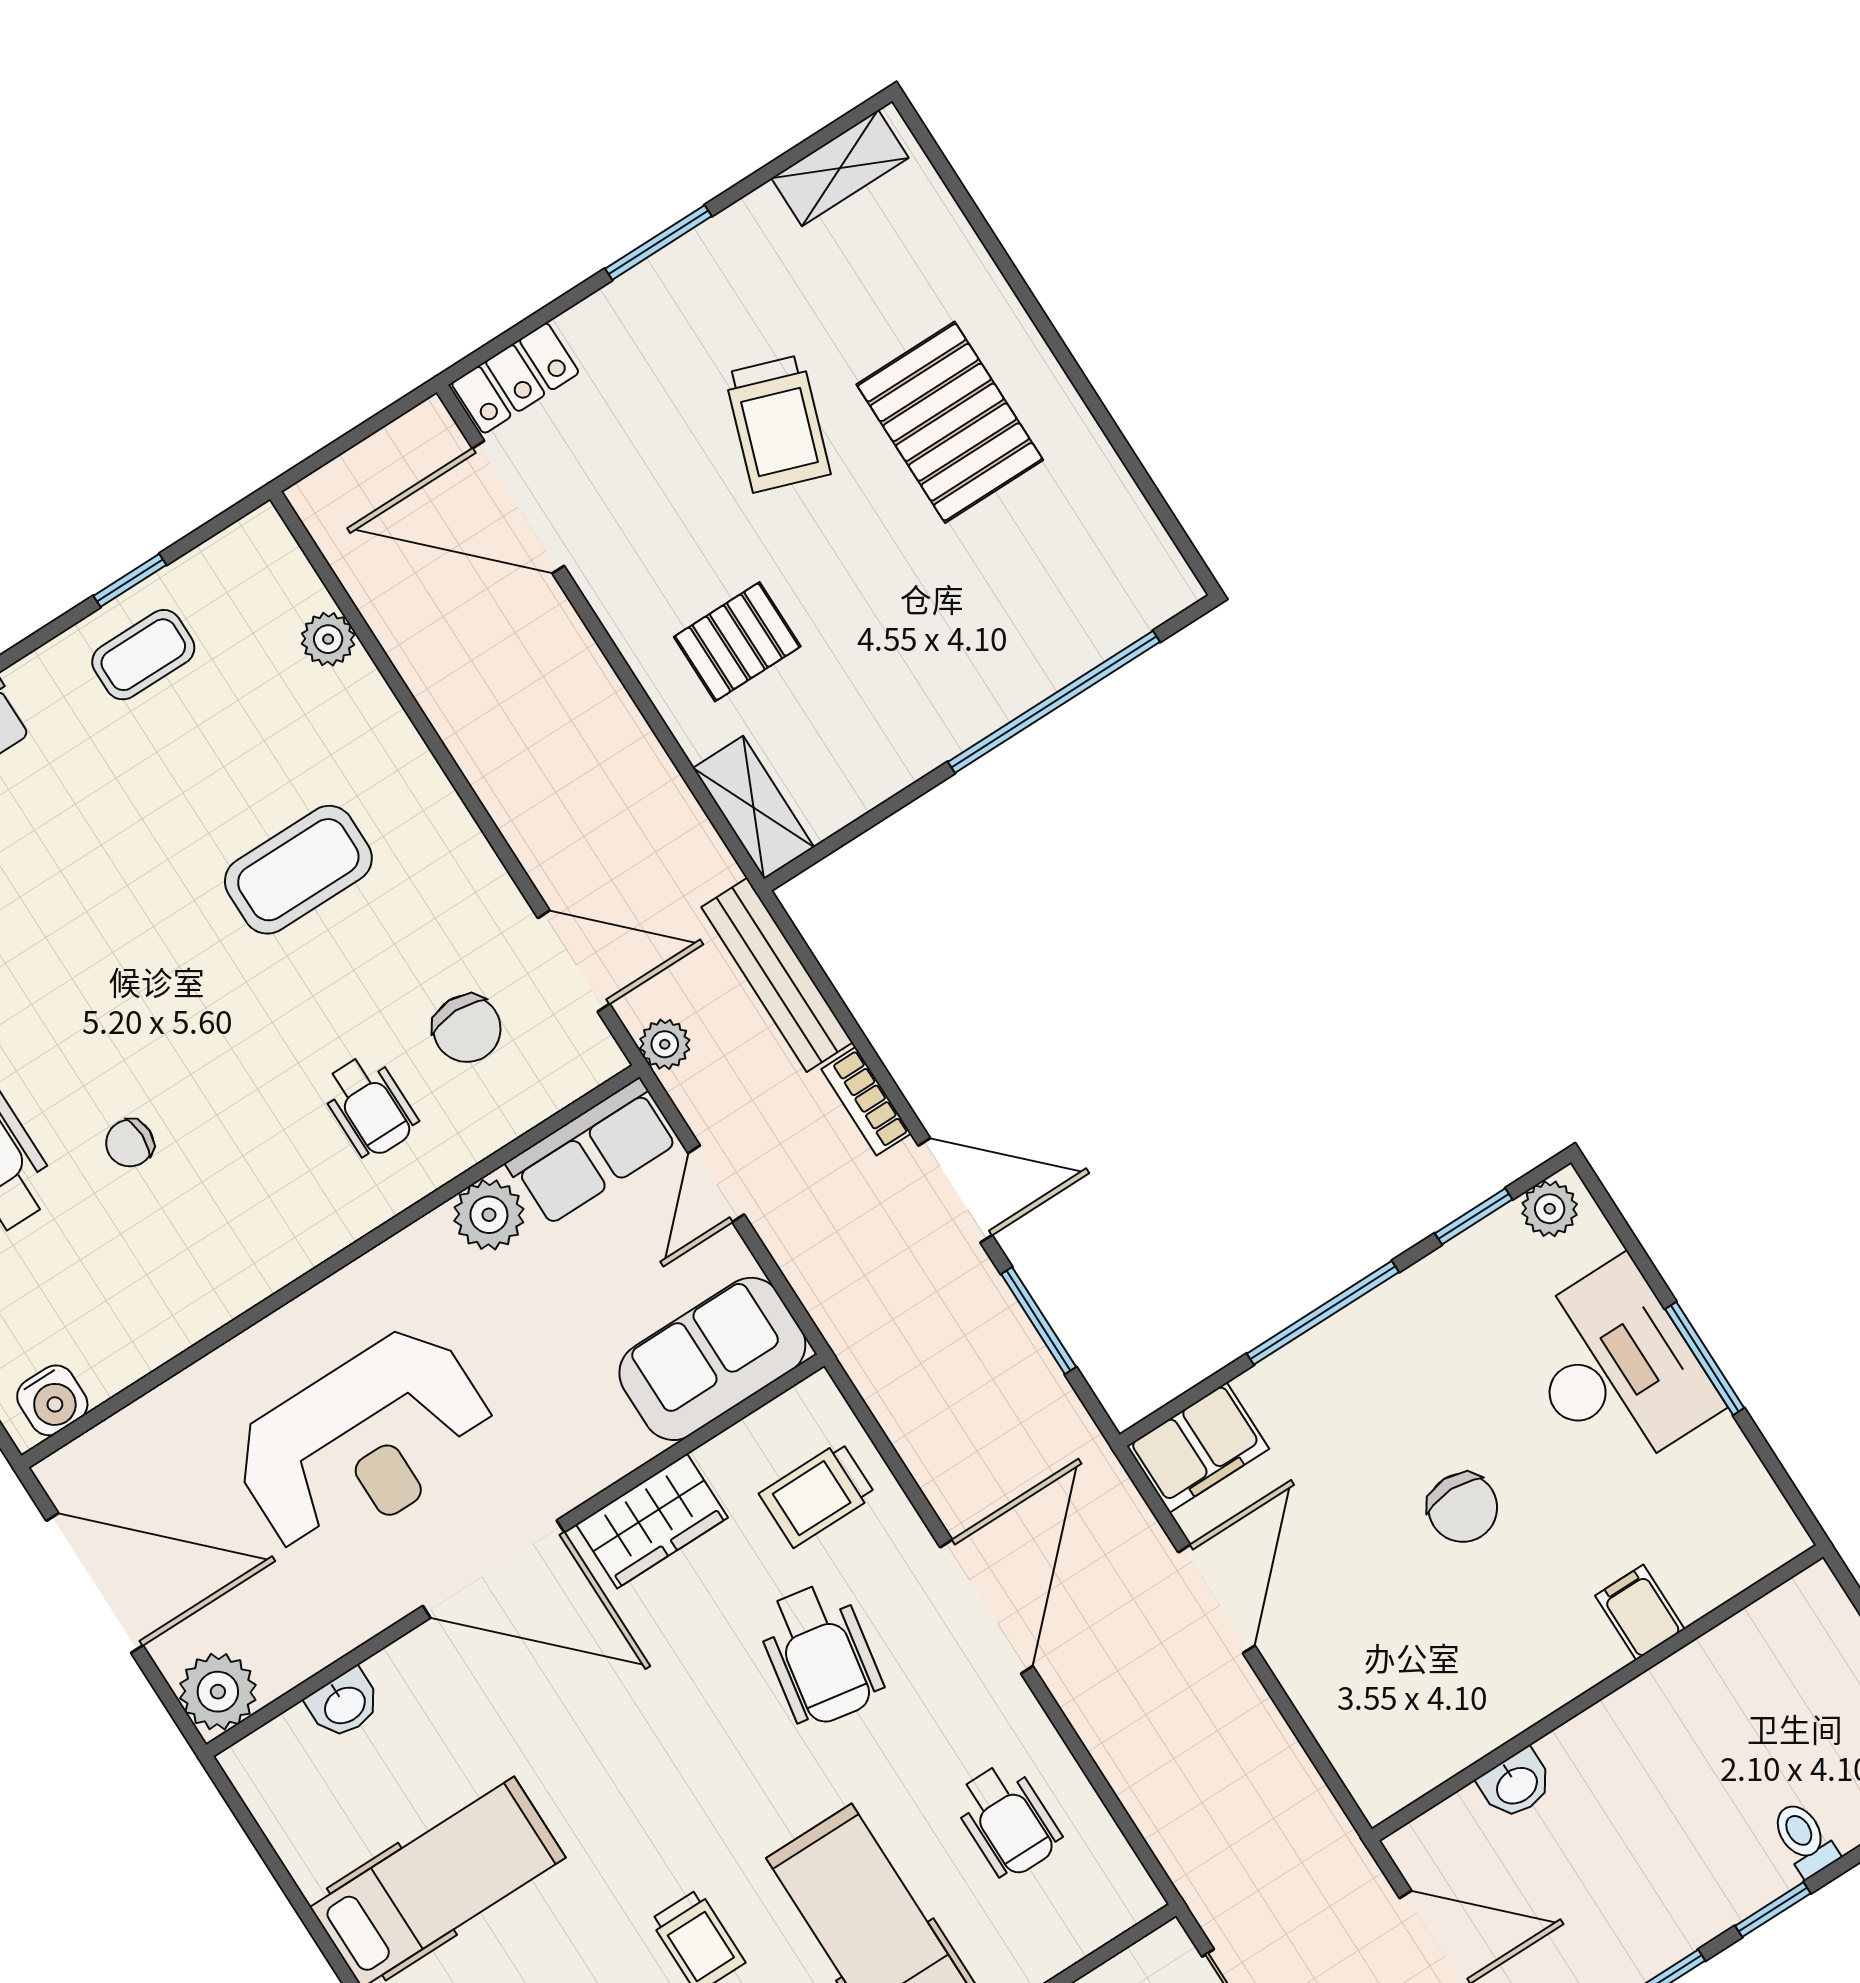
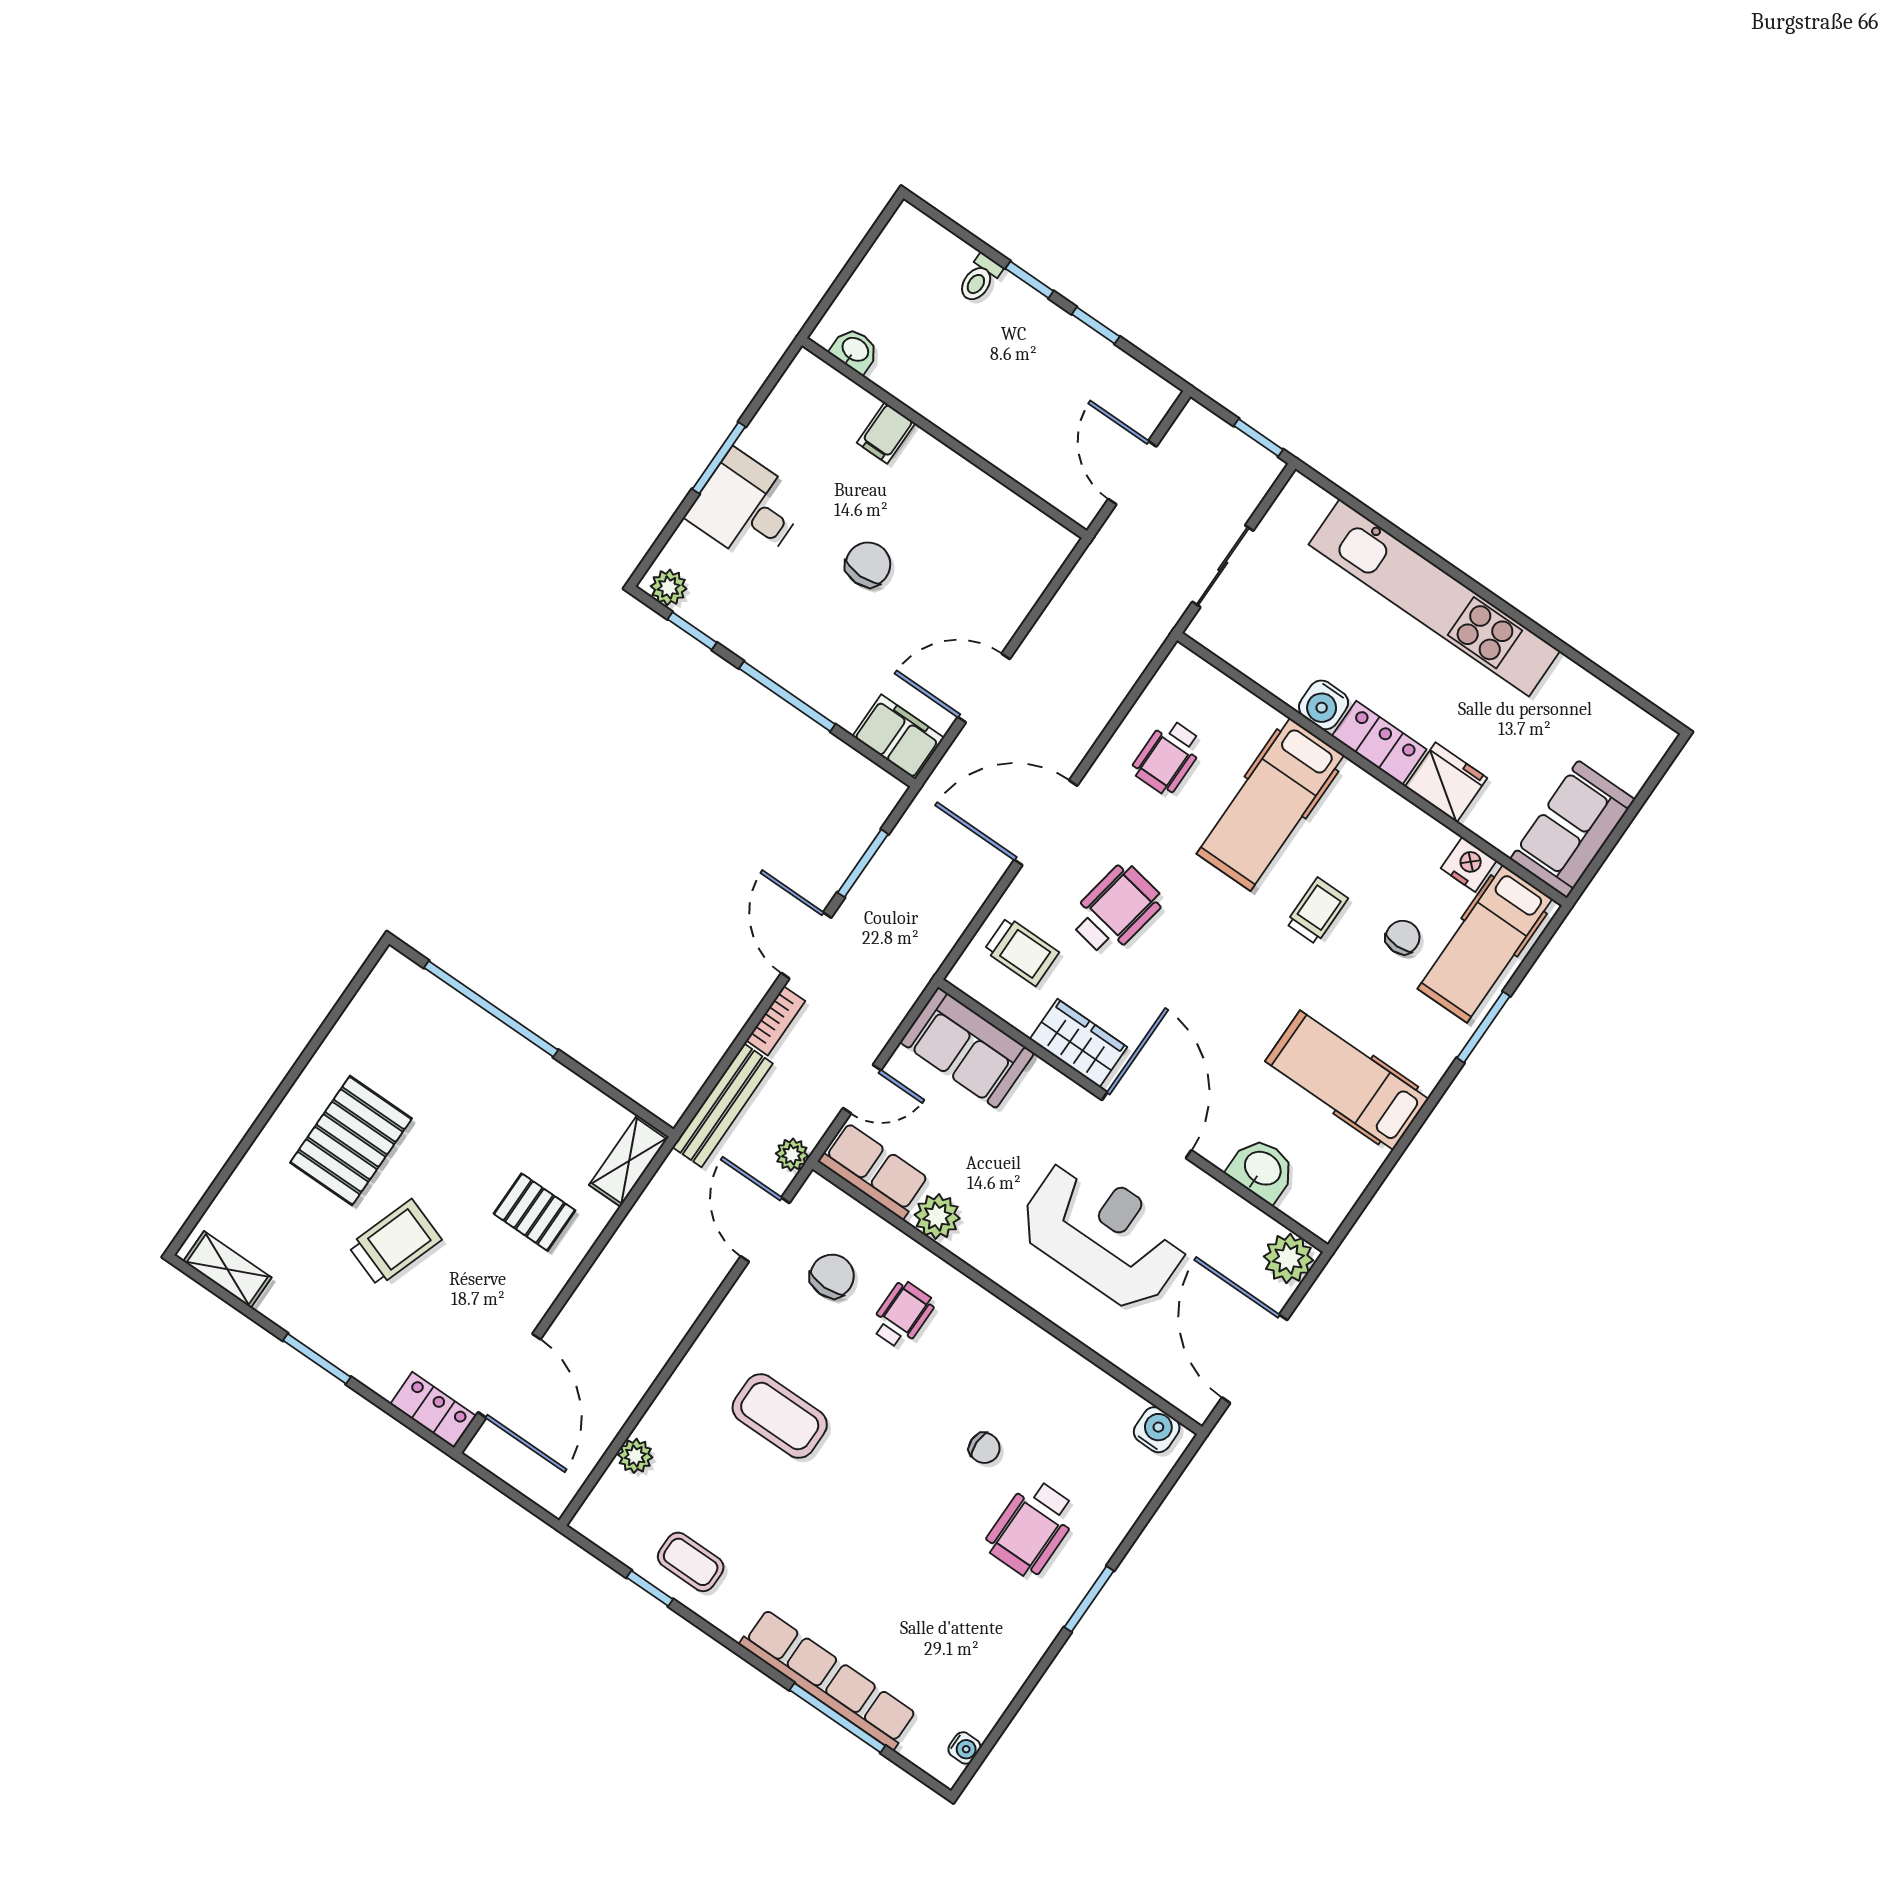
desk: (1616, 1368) -> (747, 508), width x0.73
washbasin: (344, 1704) -> (1262, 1169), width x1.38, depth x1.45
washbasin: (1516, 1784) -> (855, 350), moved
wheelchair: (1007, 1820) -> (1168, 757), turned 180

